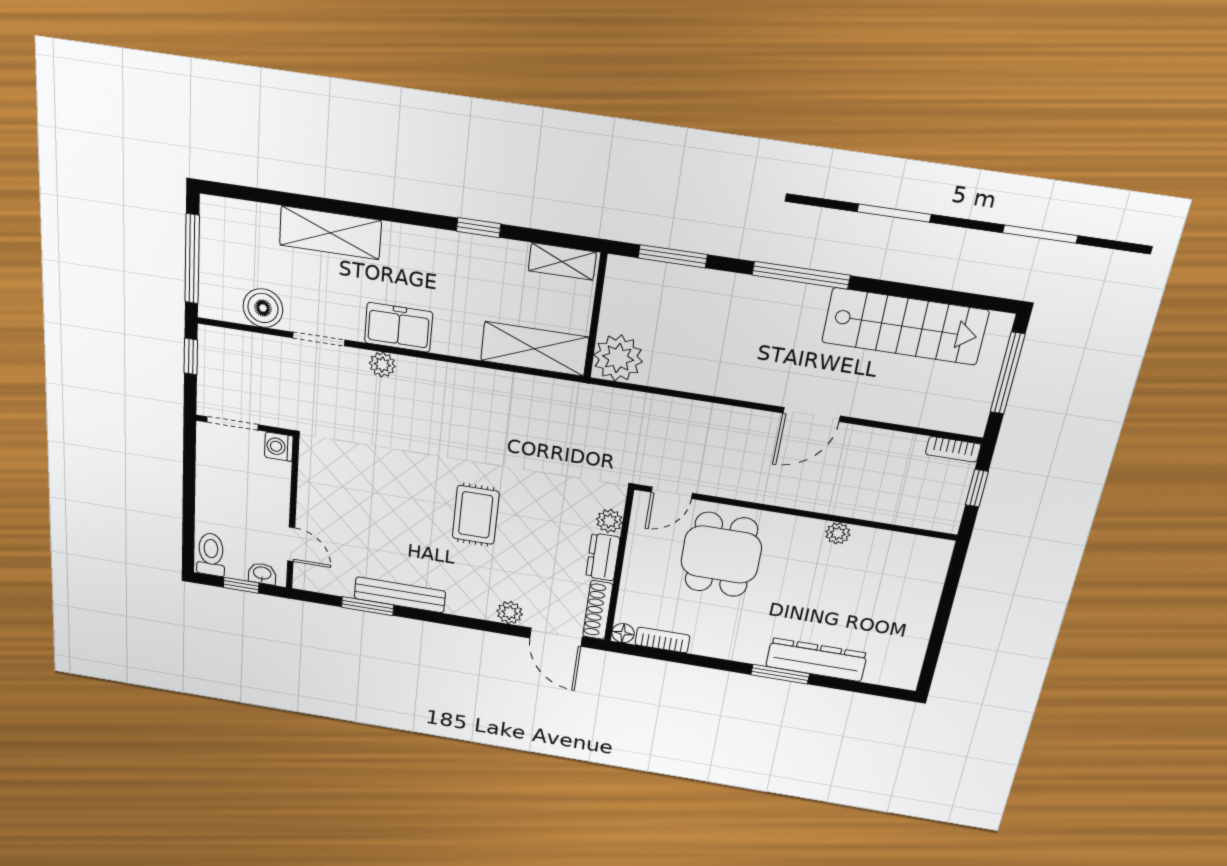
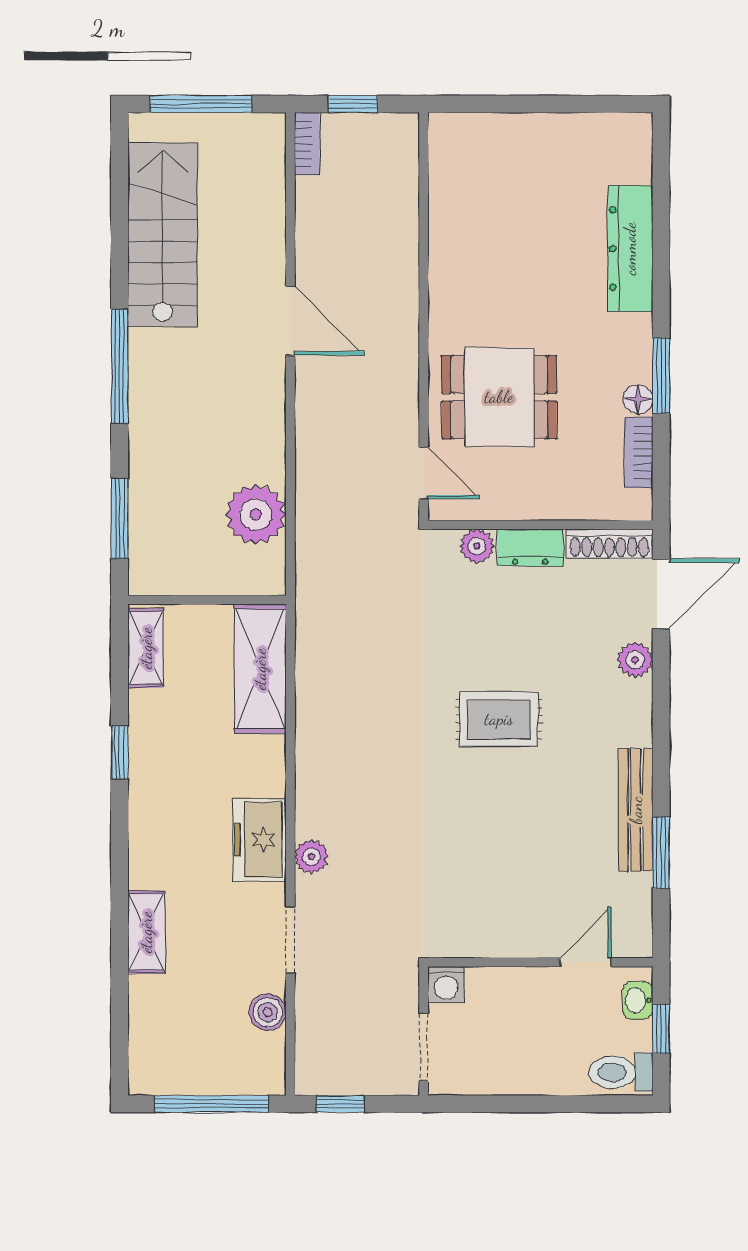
shelving: (330, 233) -> (146, 932), width x0.67, depth x0.75
boiler: (263, 308) -> (268, 1012), width x0.73, depth x0.73
plant: (618, 358) -> (256, 514), moved
plant: (838, 533) -> (443, 258), removed
floor lamp: (623, 633) -> (638, 399), moved
window: (780, 674) -> (661, 376), moved

